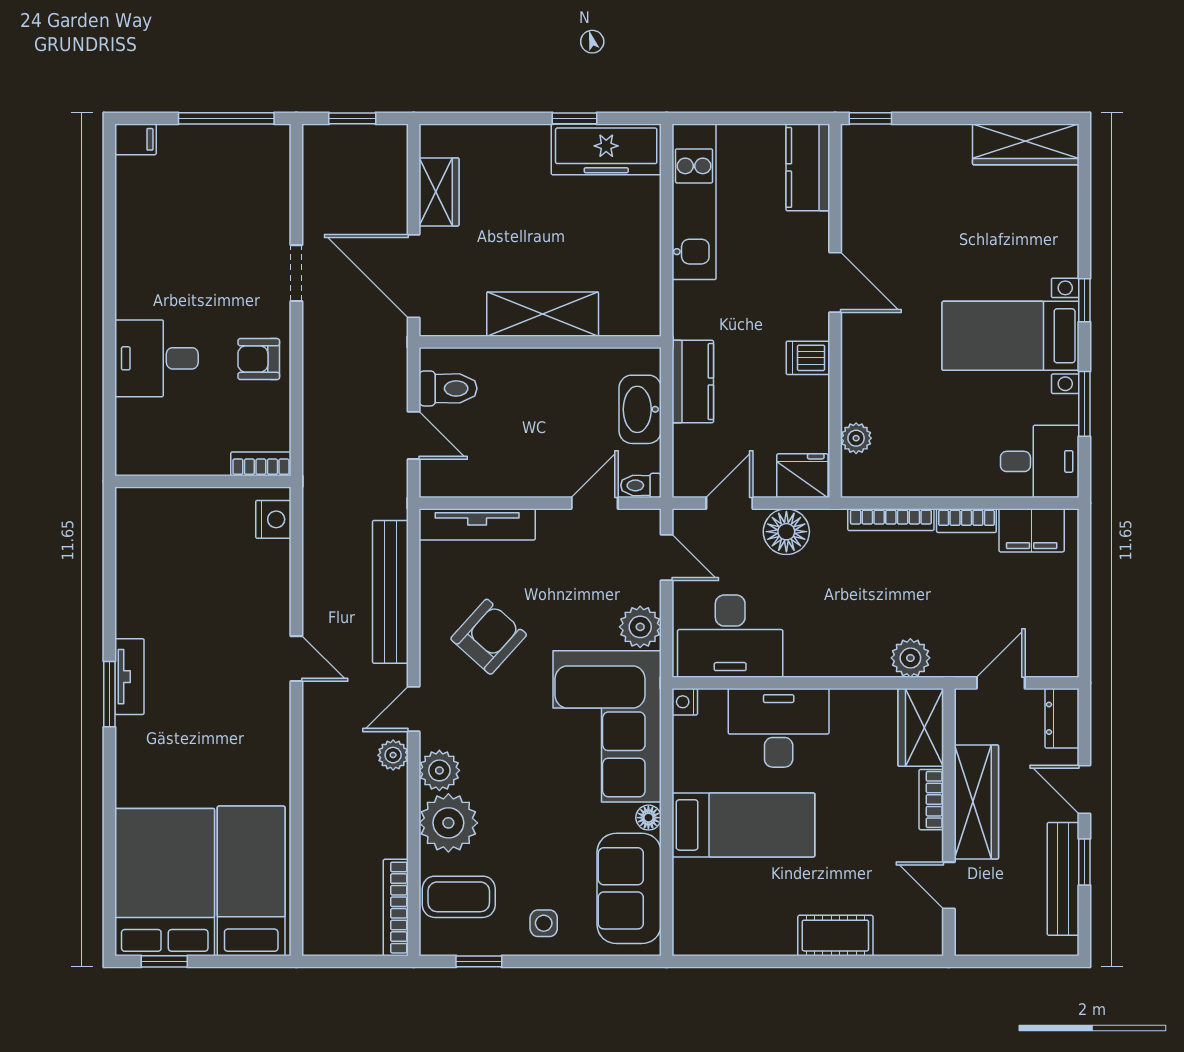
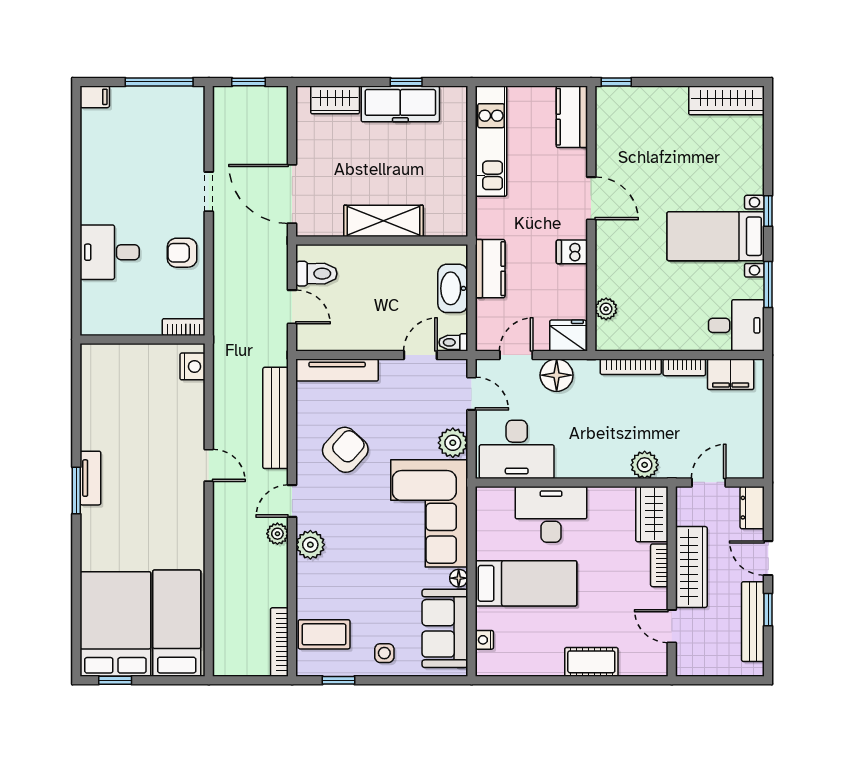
freezer: (606, 149) -> (400, 104), moved
wardrobe: (439, 192) -> (335, 100), moved, turned 90
nightstand: (685, 702) -> (484, 640), moved
plant: (448, 823) -> (317, 582), removed

